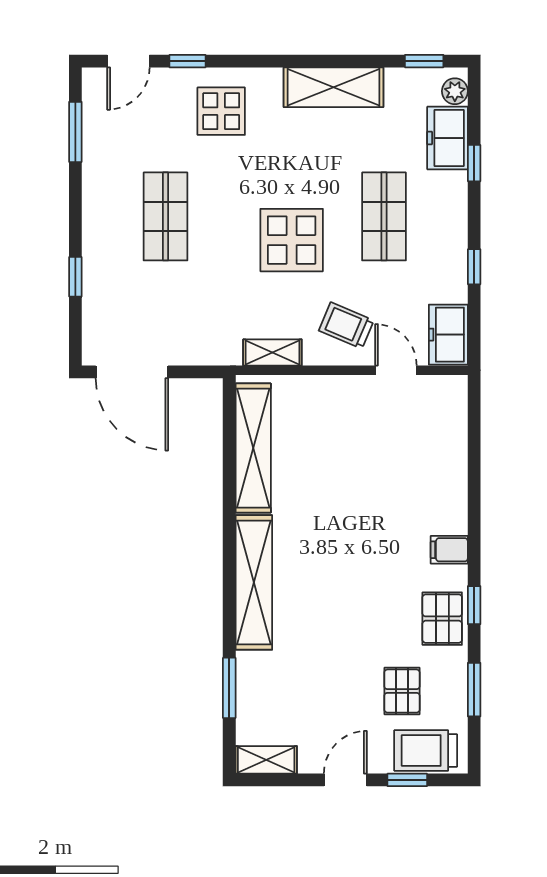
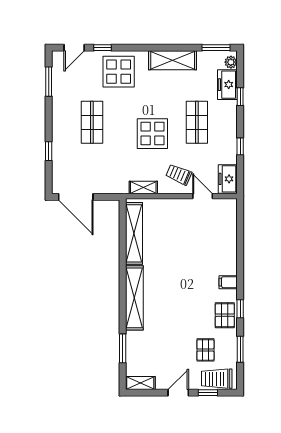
window: (424, 61) -> (216, 48), width x1.50
display table: (221, 111) -> (119, 72), width x1.36, depth x1.36

